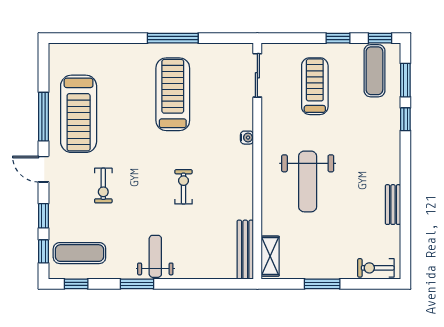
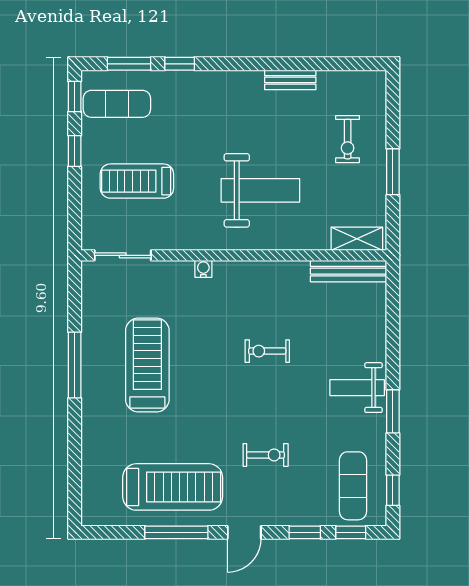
treadmill: (173, 94) -> (147, 365), turned 90
exercise bike: (376, 268) -> (348, 139), moved

